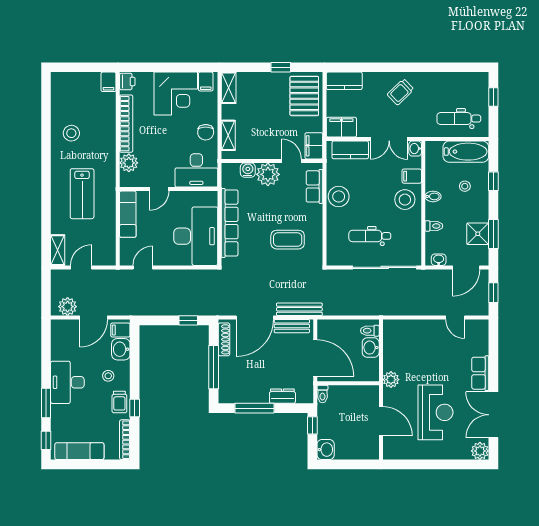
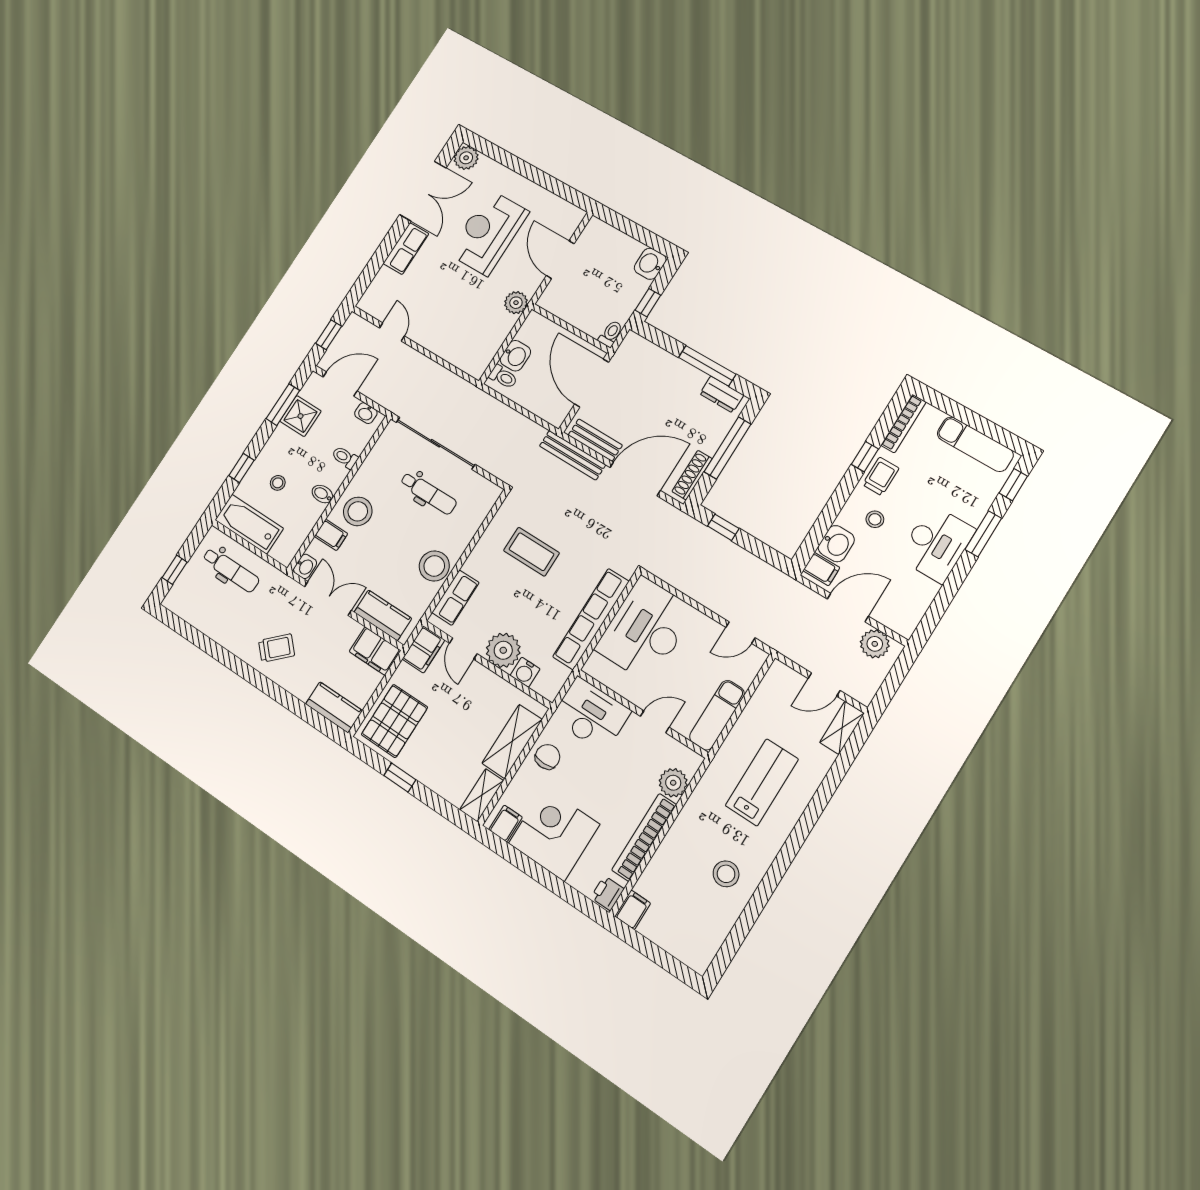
shelving: (228, 135) -> (512, 741), width x1.50, depth x1.33
dresser: (282, 396) -> (722, 394), moved

